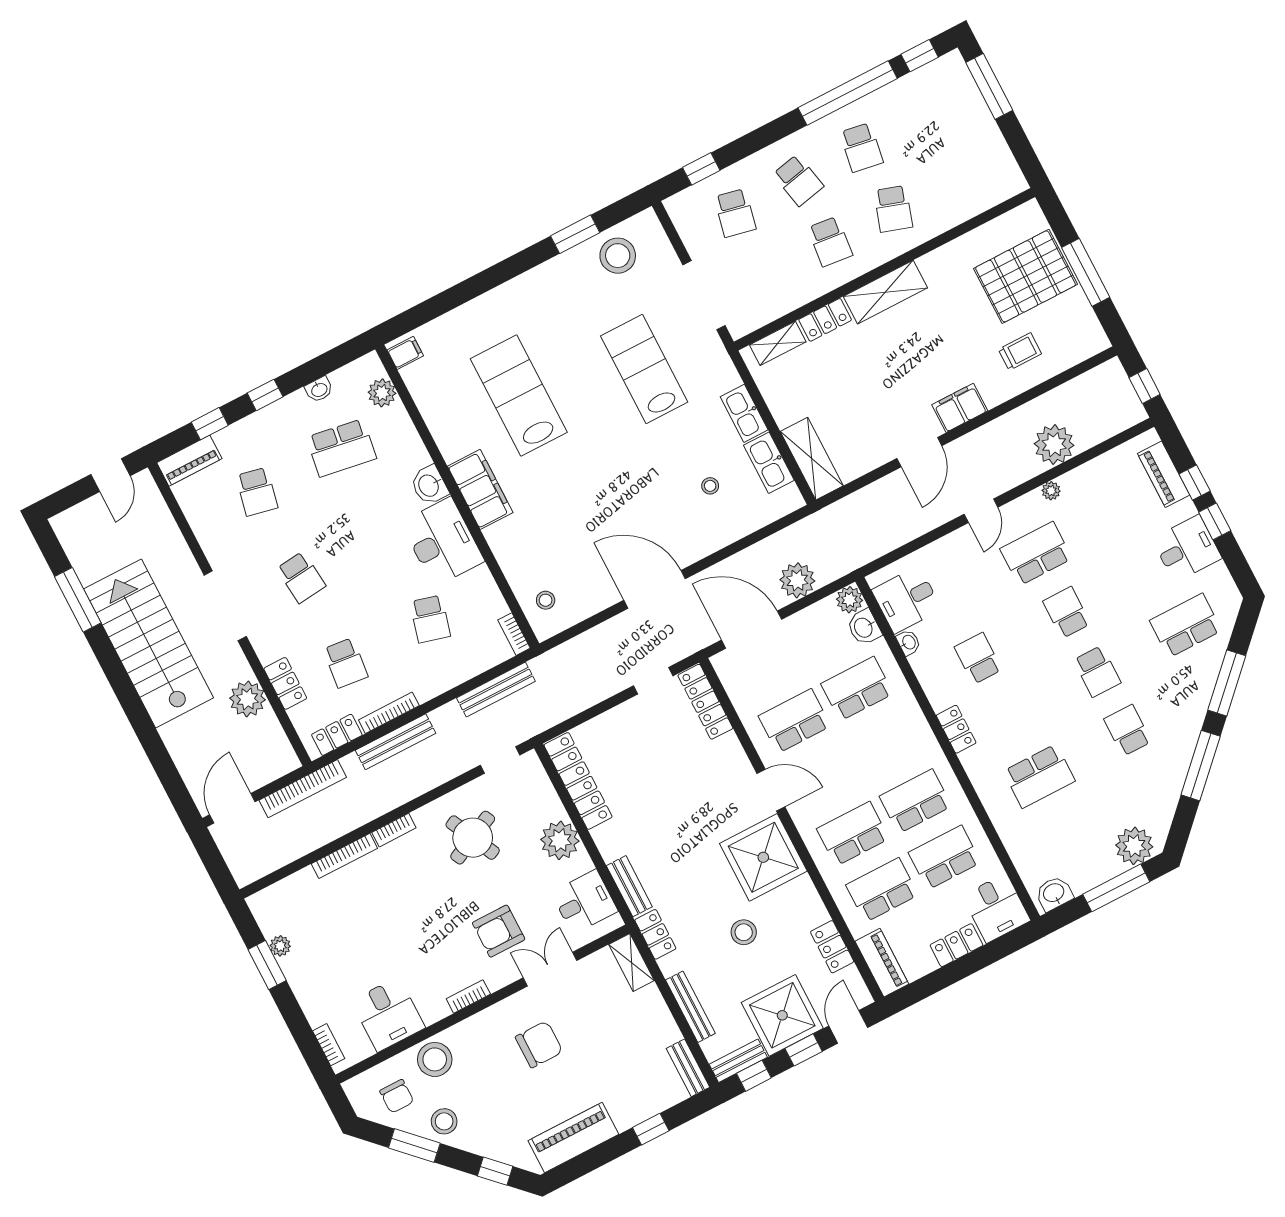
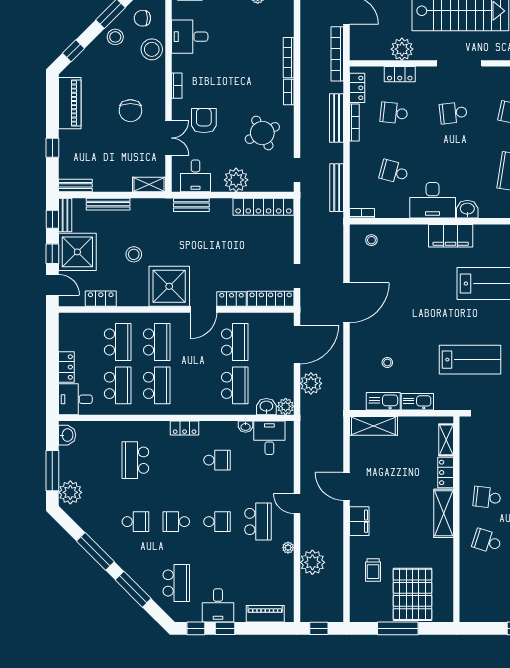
window: (1195, 483) -> (196, 628), moved
locker: (655, 934) -> (232, 299), moved, turned 180
piano: (882, 963) -> (78, 321), removed

